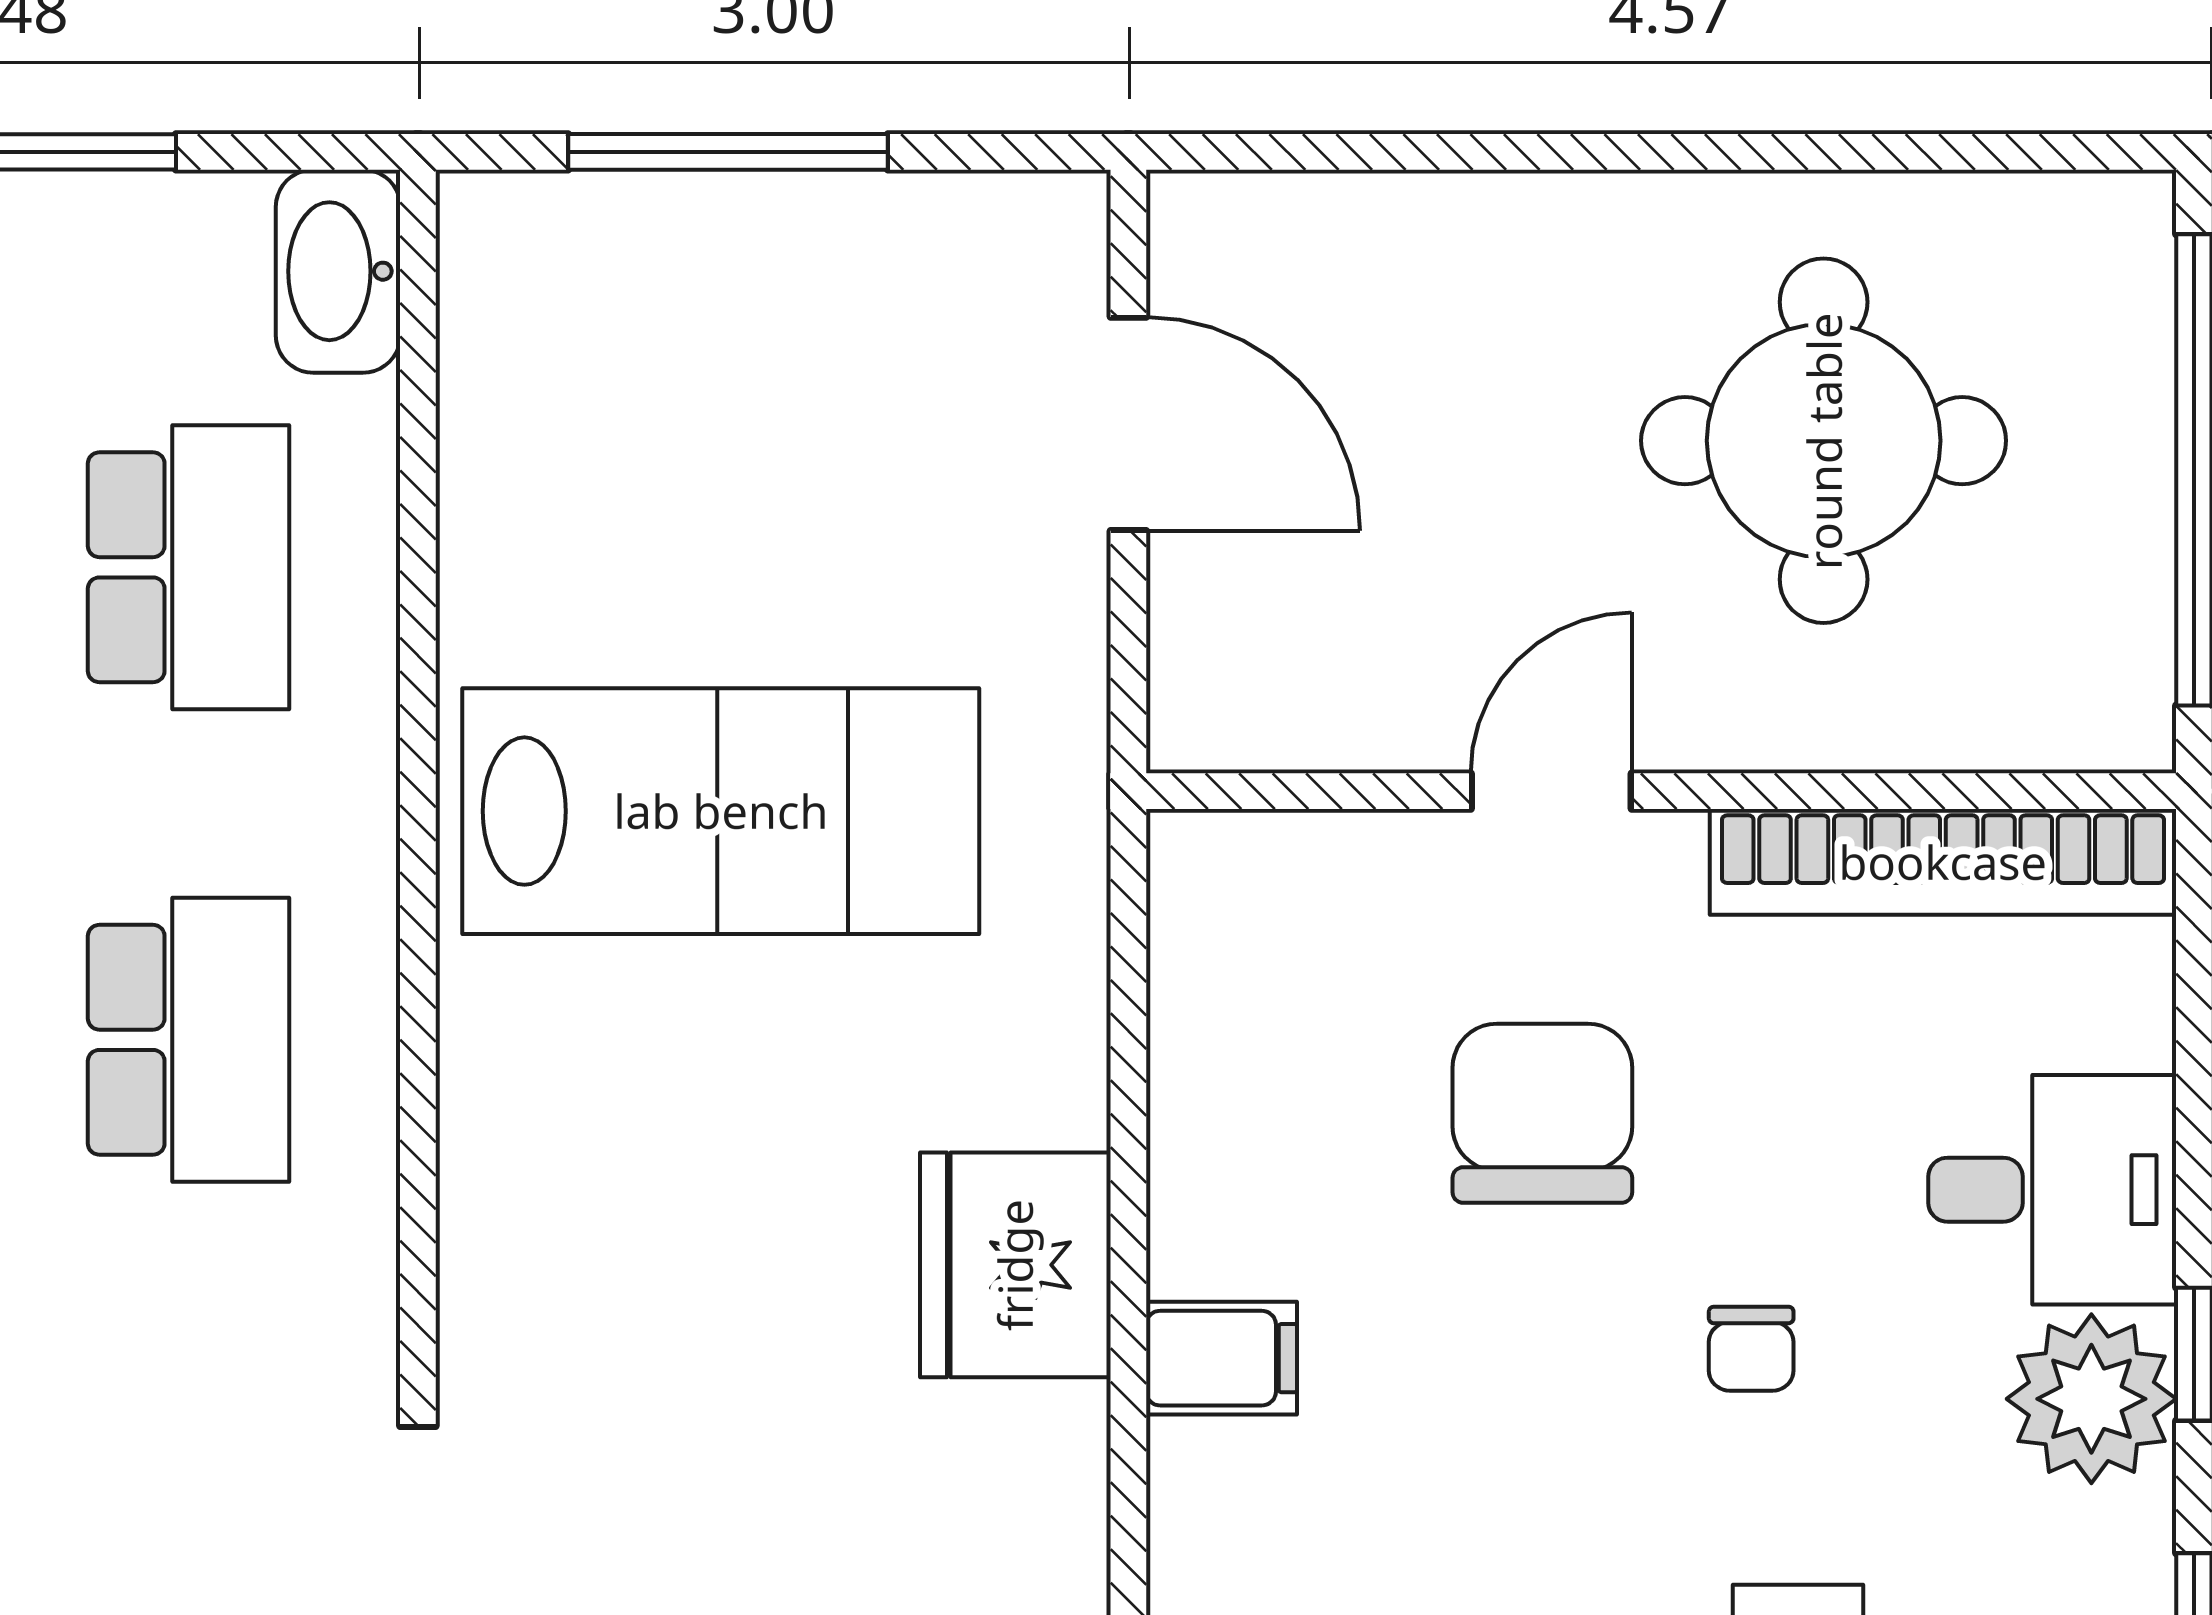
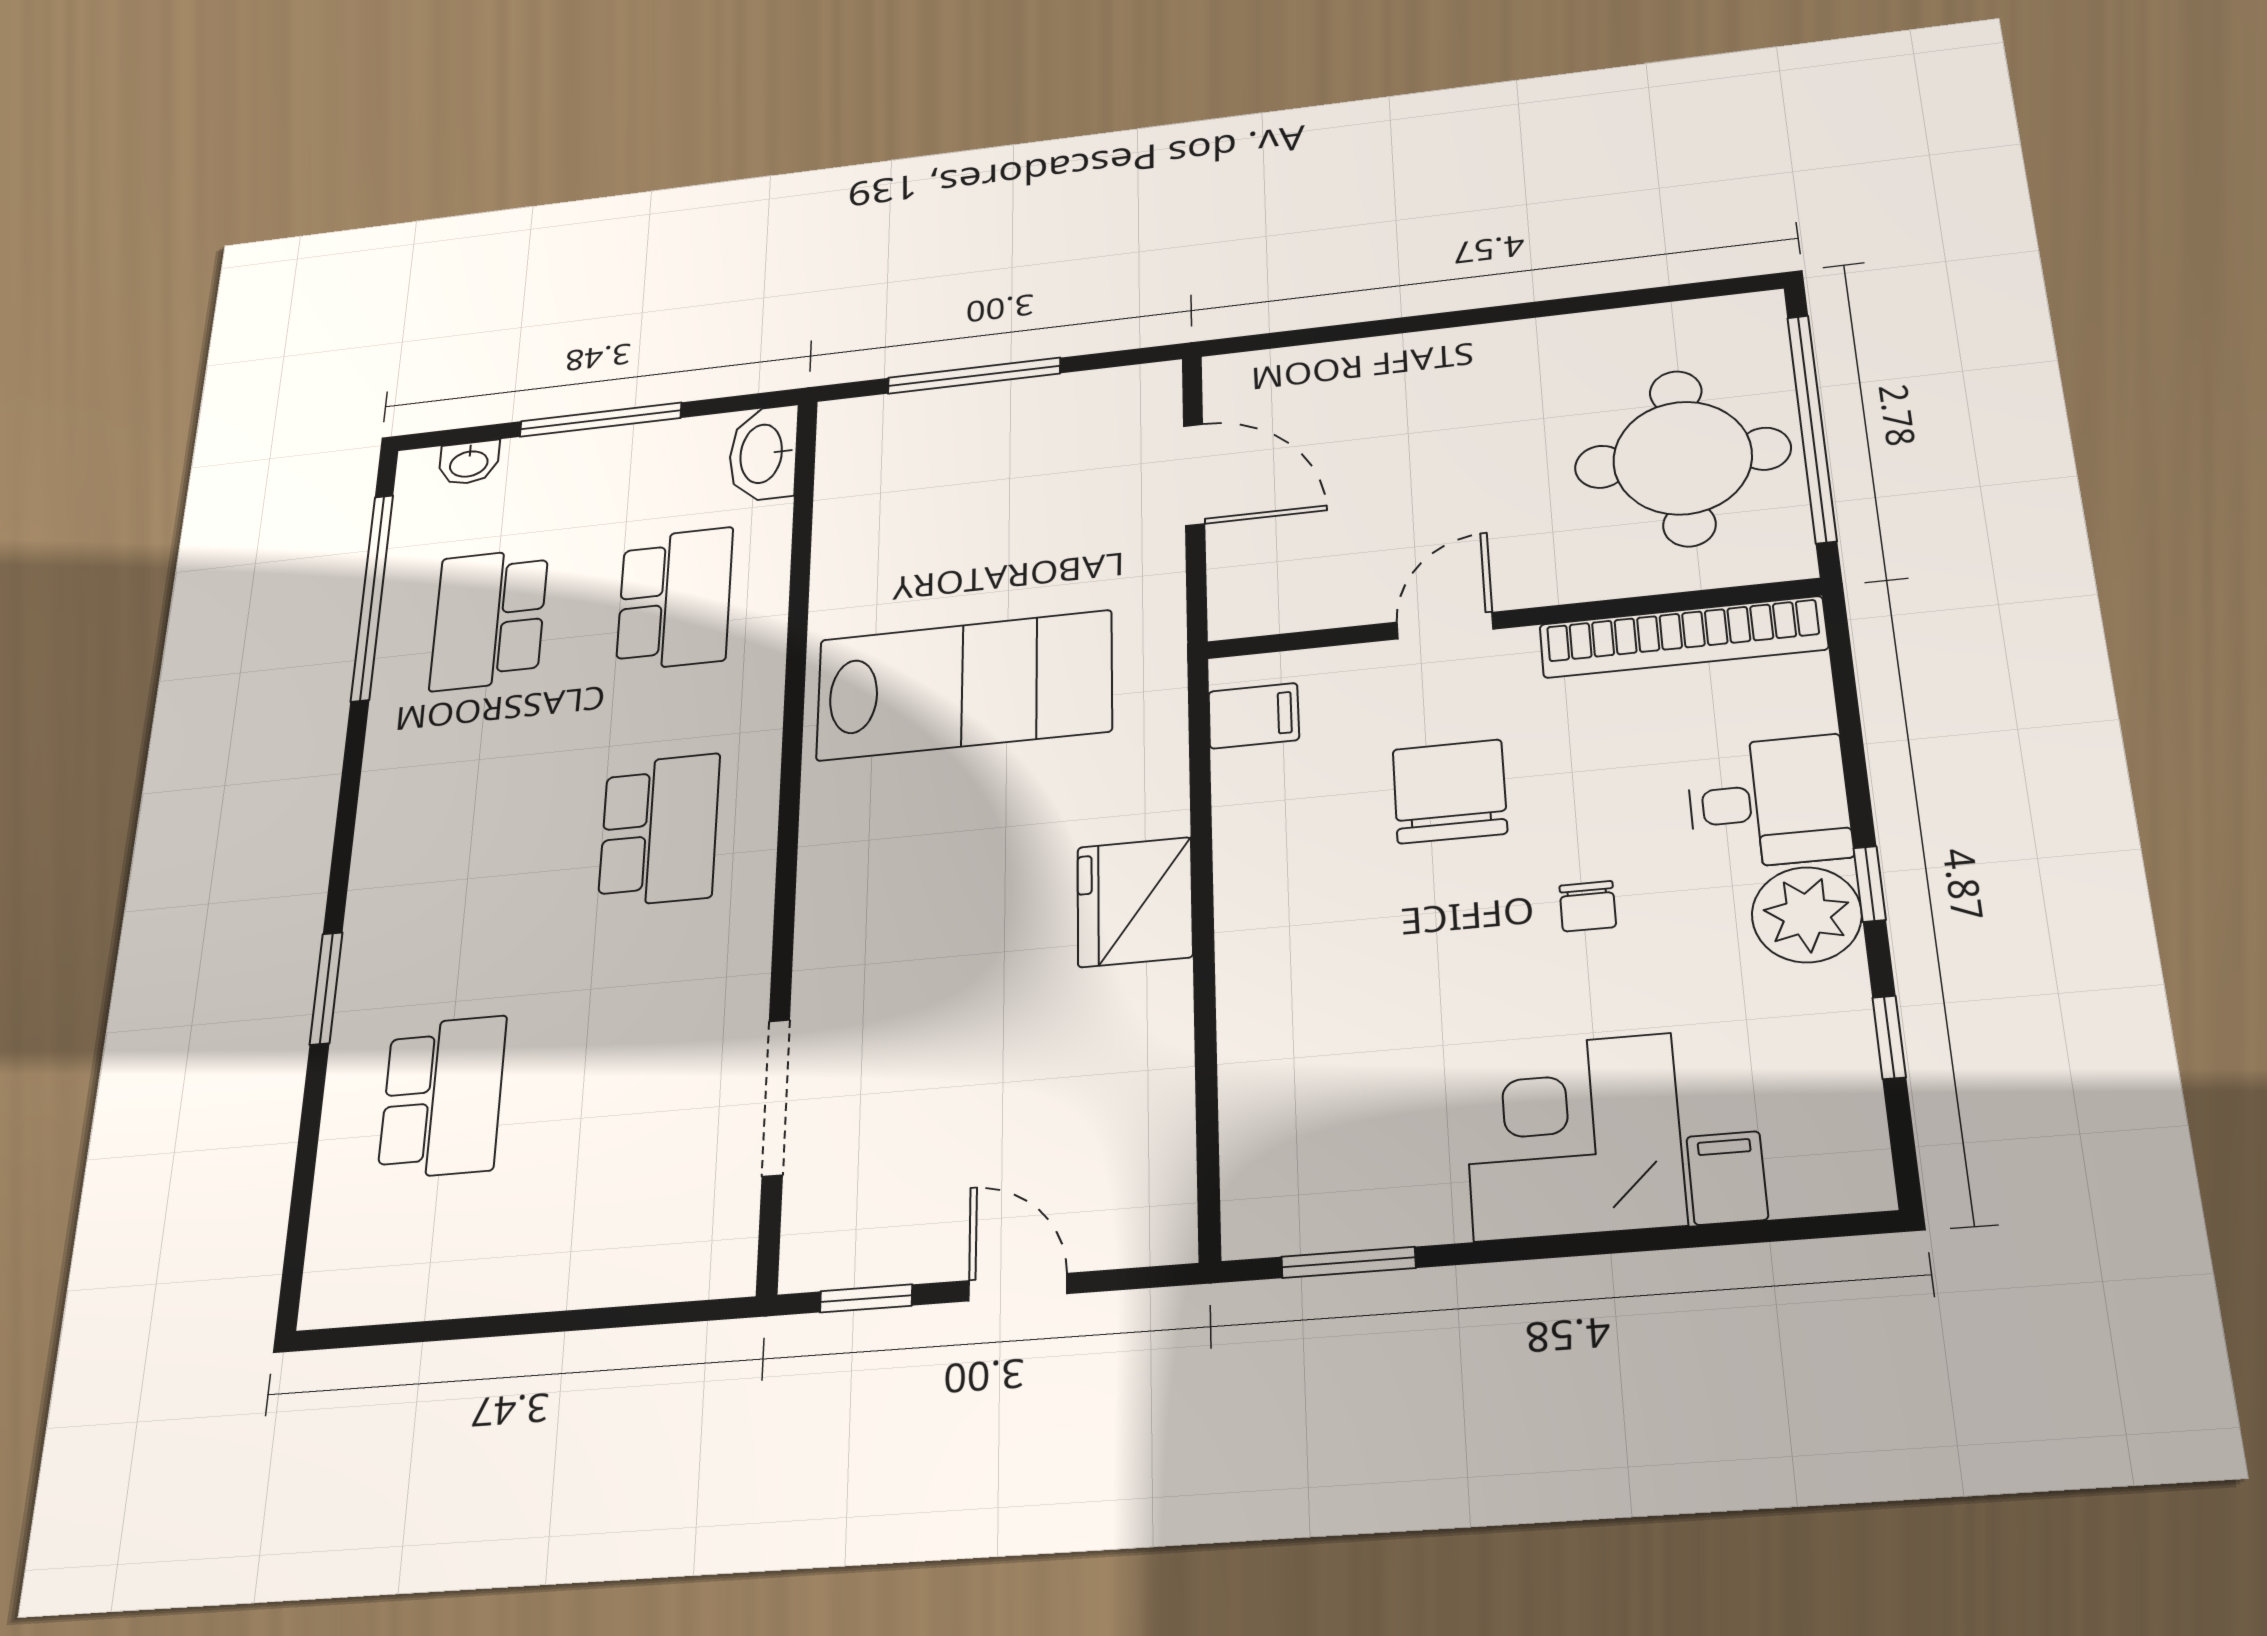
round table: (1824, 441) -> (1683, 458), moved
filing cabinet: (1222, 1358) -> (1254, 716), moved

